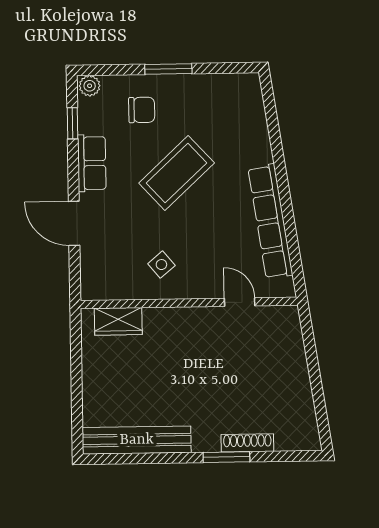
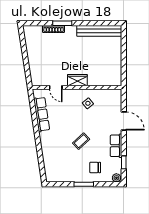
coffee table: (177, 173) -> (81, 141), width x0.54, depth x0.58
row of seats: (270, 221) -> (42, 114), width x0.73
wardrobe: (118, 321) -> (77, 80), moved

